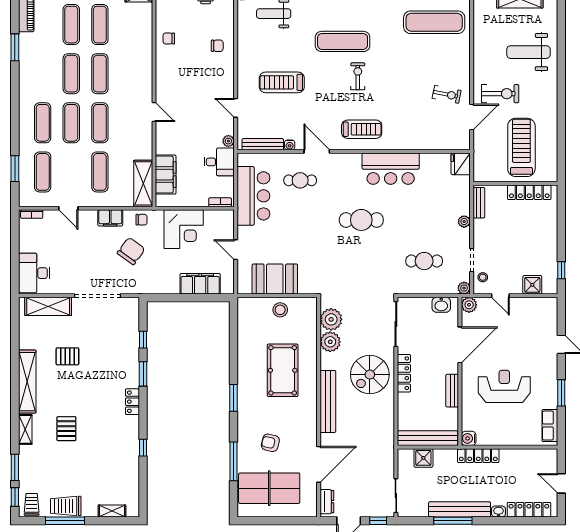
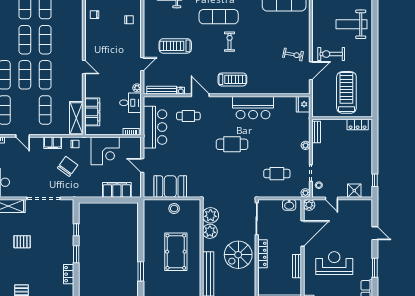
exercise bike: (500, 94) -> (331, 54), turned 180
door: (236, 108) -> (142, 64), swing flipped
locker: (529, 192) -> (358, 125), width x0.66

